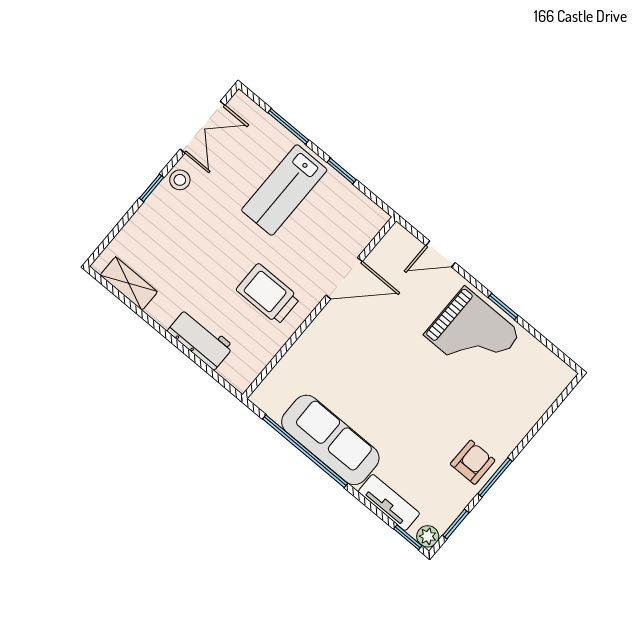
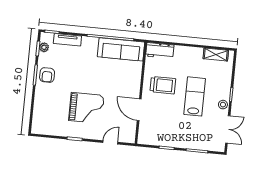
double door: (203, 127) -> (228, 129), swing flipped
lab bench: (284, 190) -> (195, 96), moved
door: (344, 278) -> (139, 110), hinge flipped
grand piano: (472, 334) -> (86, 108), moved, turned 180
workbench: (200, 339) -> (160, 51), moved
sofa: (330, 440) -> (121, 49), moved
plant: (428, 536) -> (44, 47), moved

